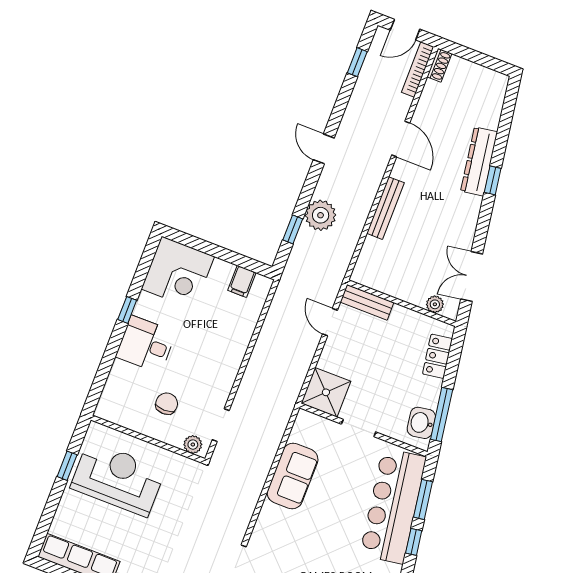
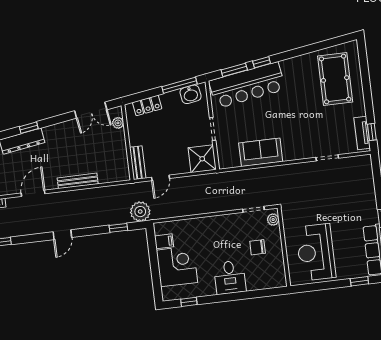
plant: (321, 215) -> (140, 212), moved
corner desk: (178, 273) -> (177, 266), moved
window: (127, 310) -> (189, 302), moved
window: (67, 466) -> (359, 281), moved

